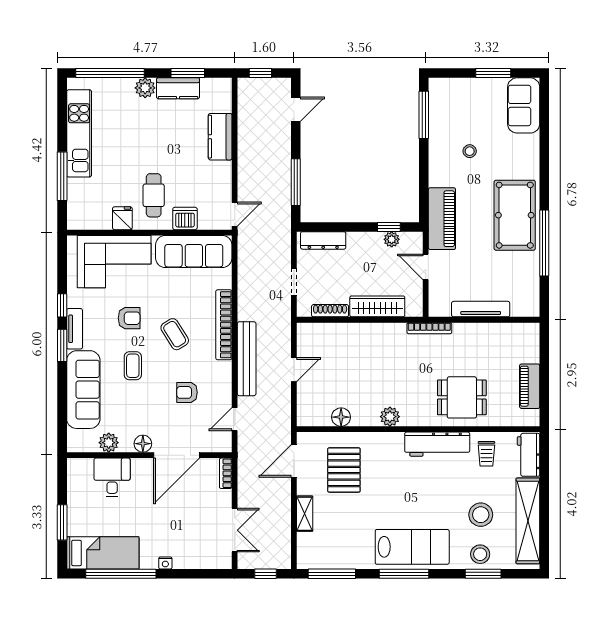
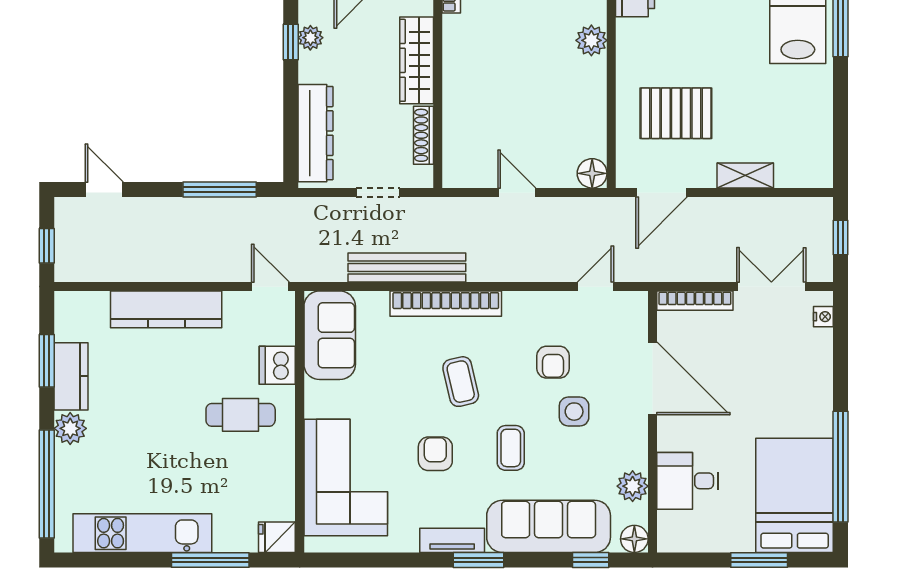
kitchen counter: (220, 137) -> (166, 309), width x1.50
fridge: (122, 218) -> (277, 537), moved
dresser: (323, 240) -> (316, 133), width x1.37, depth x1.24
sofa: (194, 252) -> (330, 335), width x0.73
window: (62, 305) -> (591, 560), moved
coffee table: (175, 334) -> (461, 382), turned -71
bench: (247, 359) -> (407, 268), moved
coffee table: (133, 366) -> (511, 448), turned 90
side table: (156, 406) -> (574, 412), added
floor lamp: (341, 417) -> (592, 173), moved
door: (235, 419) -> (595, 287), swing flipped
floor lamp: (143, 444) -> (634, 539), moved
door: (294, 461) -> (661, 193), hinge flipped
bookcase: (226, 473) -> (695, 301), width x1.56
bed: (103, 553) -> (795, 495), width x1.50
nightstand: (165, 563) -> (823, 317), moved
window: (332, 574) -> (841, 132), removed

